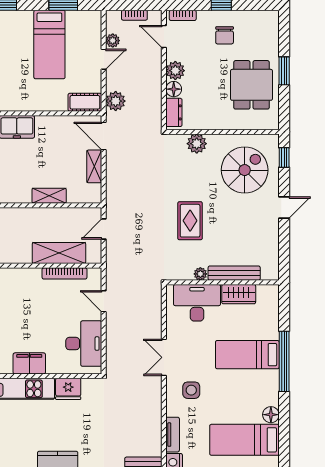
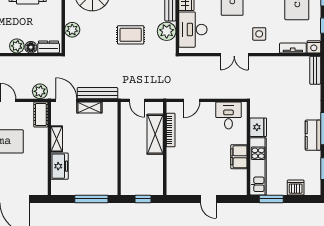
door: (104, 136) -> (66, 100), swing flipped
bench: (113, 177) -> (97, 93), added
shelving: (49, 196) -> (57, 139), moved
plant: (200, 274) -> (167, 31), width x1.88, depth x1.88
desk: (84, 344) -> (228, 115), width x0.73

